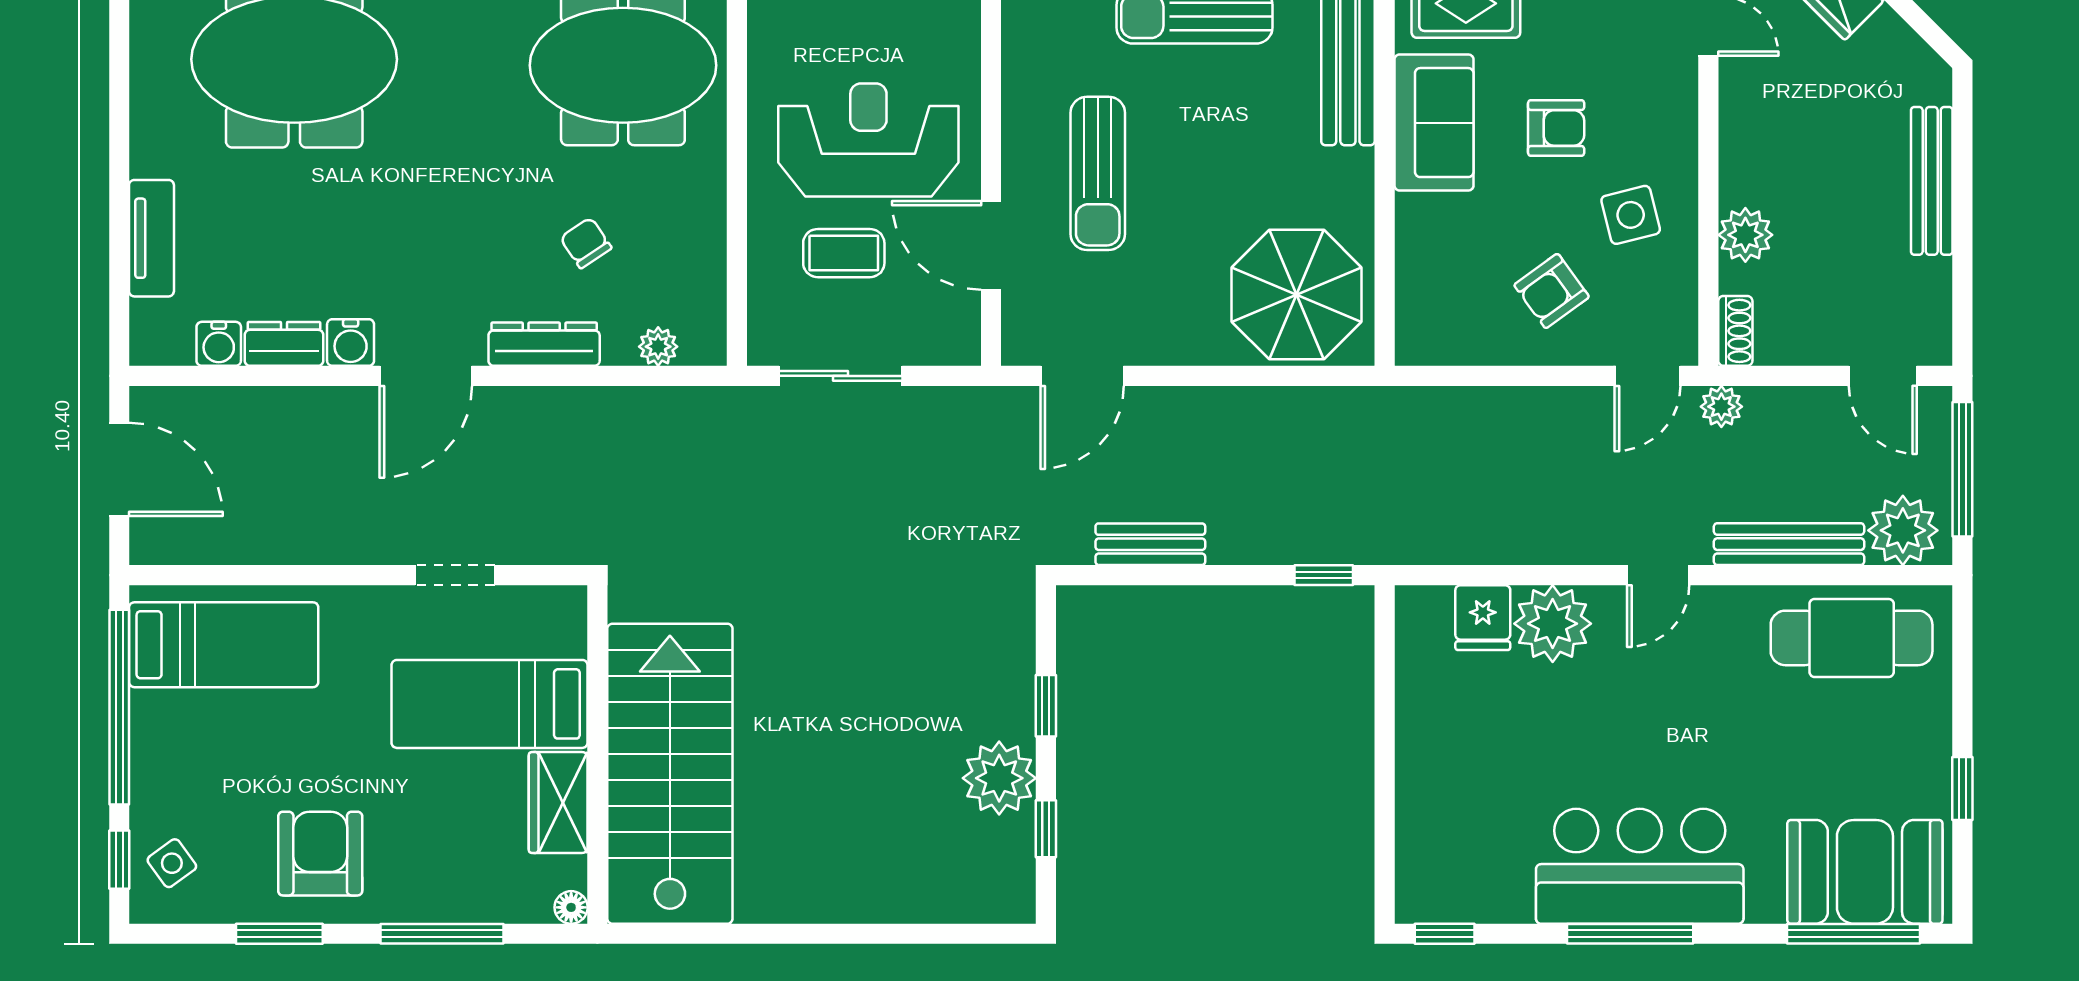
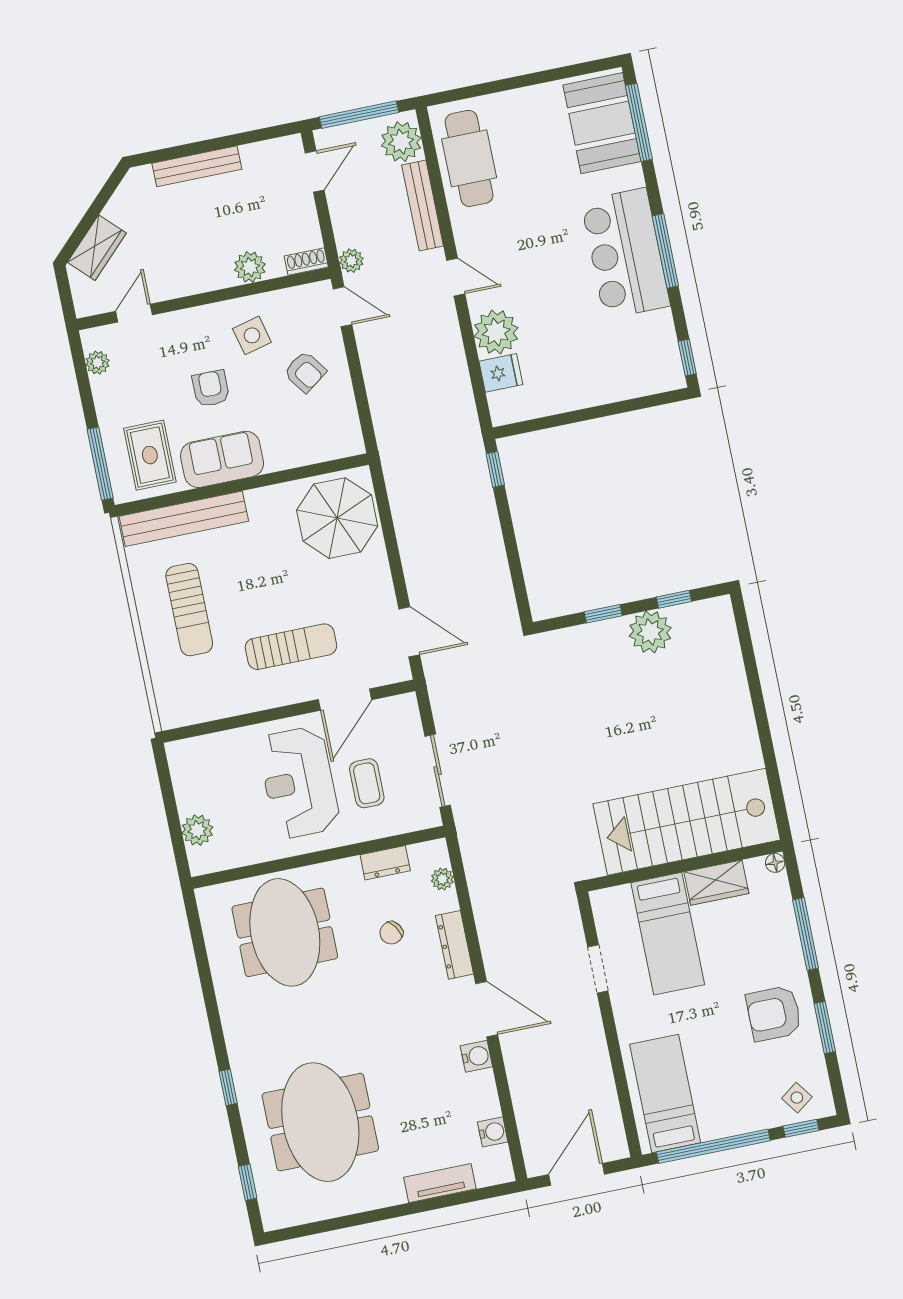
dresser: (284, 344) -> (385, 863), moved, turned -90
bench: (1150, 544) -> (498, 573), removed
window: (1962, 789) -> (543, 77), removed

